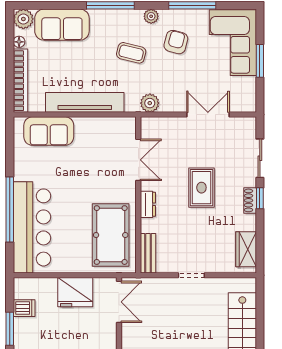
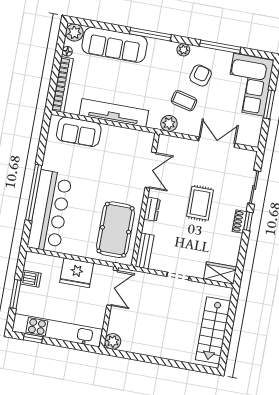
sofa: (62, 25) -> (115, 45), width x1.36
coffee table: (131, 53) -> (184, 101), moved
wardrobe: (246, 249) -> (220, 273), moved, turned 90

